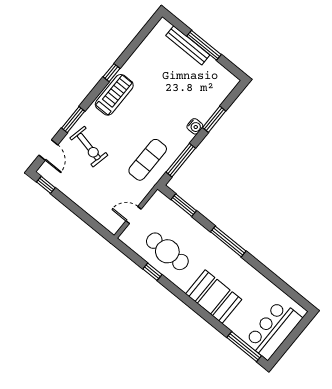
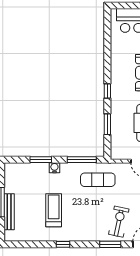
treadmill: (114, 95) -> (54, 210), moved, turned 90
window: (184, 205) -> (107, 124), moved
window: (228, 241) -> (107, 91), width x0.46

